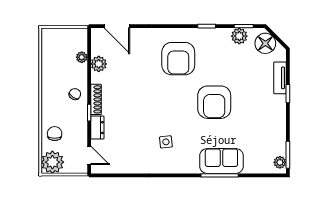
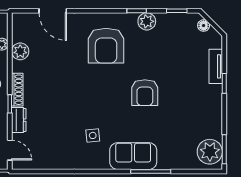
door: (117, 26) -> (53, 11), moved
plant: (239, 36) -> (147, 21), moved
floor lamp: (265, 43) -> (204, 26), width x0.53, depth x0.53
armchair: (214, 102) -> (145, 93), width x0.73, depth x0.73
sofa: (221, 161) -> (133, 156), moved
plant: (280, 162) -> (210, 152), width x1.88, depth x1.88

